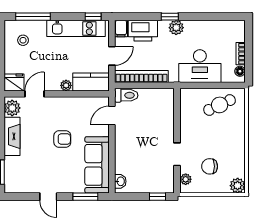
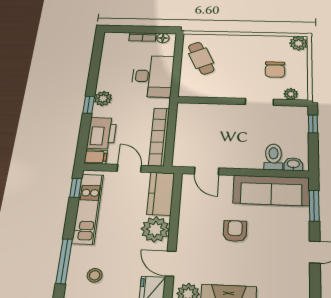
plant: (66, 85) -> (155, 229), width x1.88, depth x1.88
toilet: (126, 95) -> (273, 157), moved

